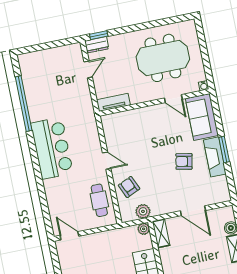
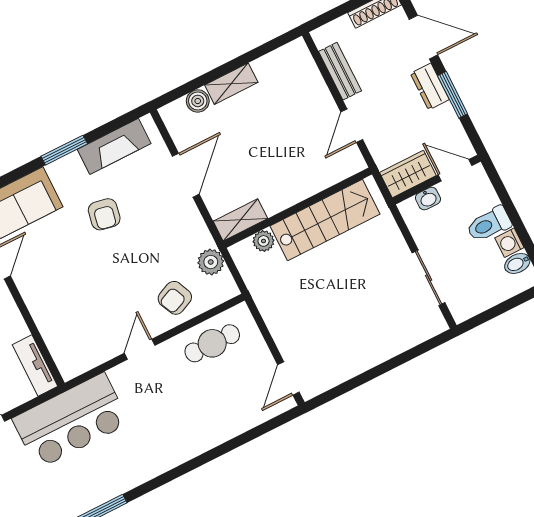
bar counter: (52, 148) -> (71, 421), moved, turned 180
fireplace: (215, 157) -> (114, 146), moved
plant: (144, 229) -> (264, 241), moved

